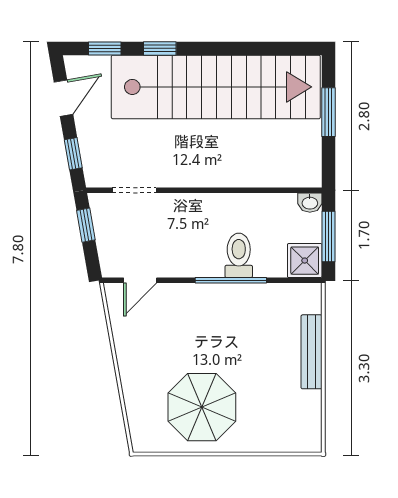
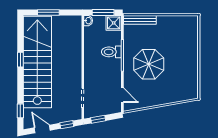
window: (160, 48) -> (20, 60), moved
bench: (311, 352) -> (140, 20), moved
parasol: (202, 407) -> (149, 64), moved

